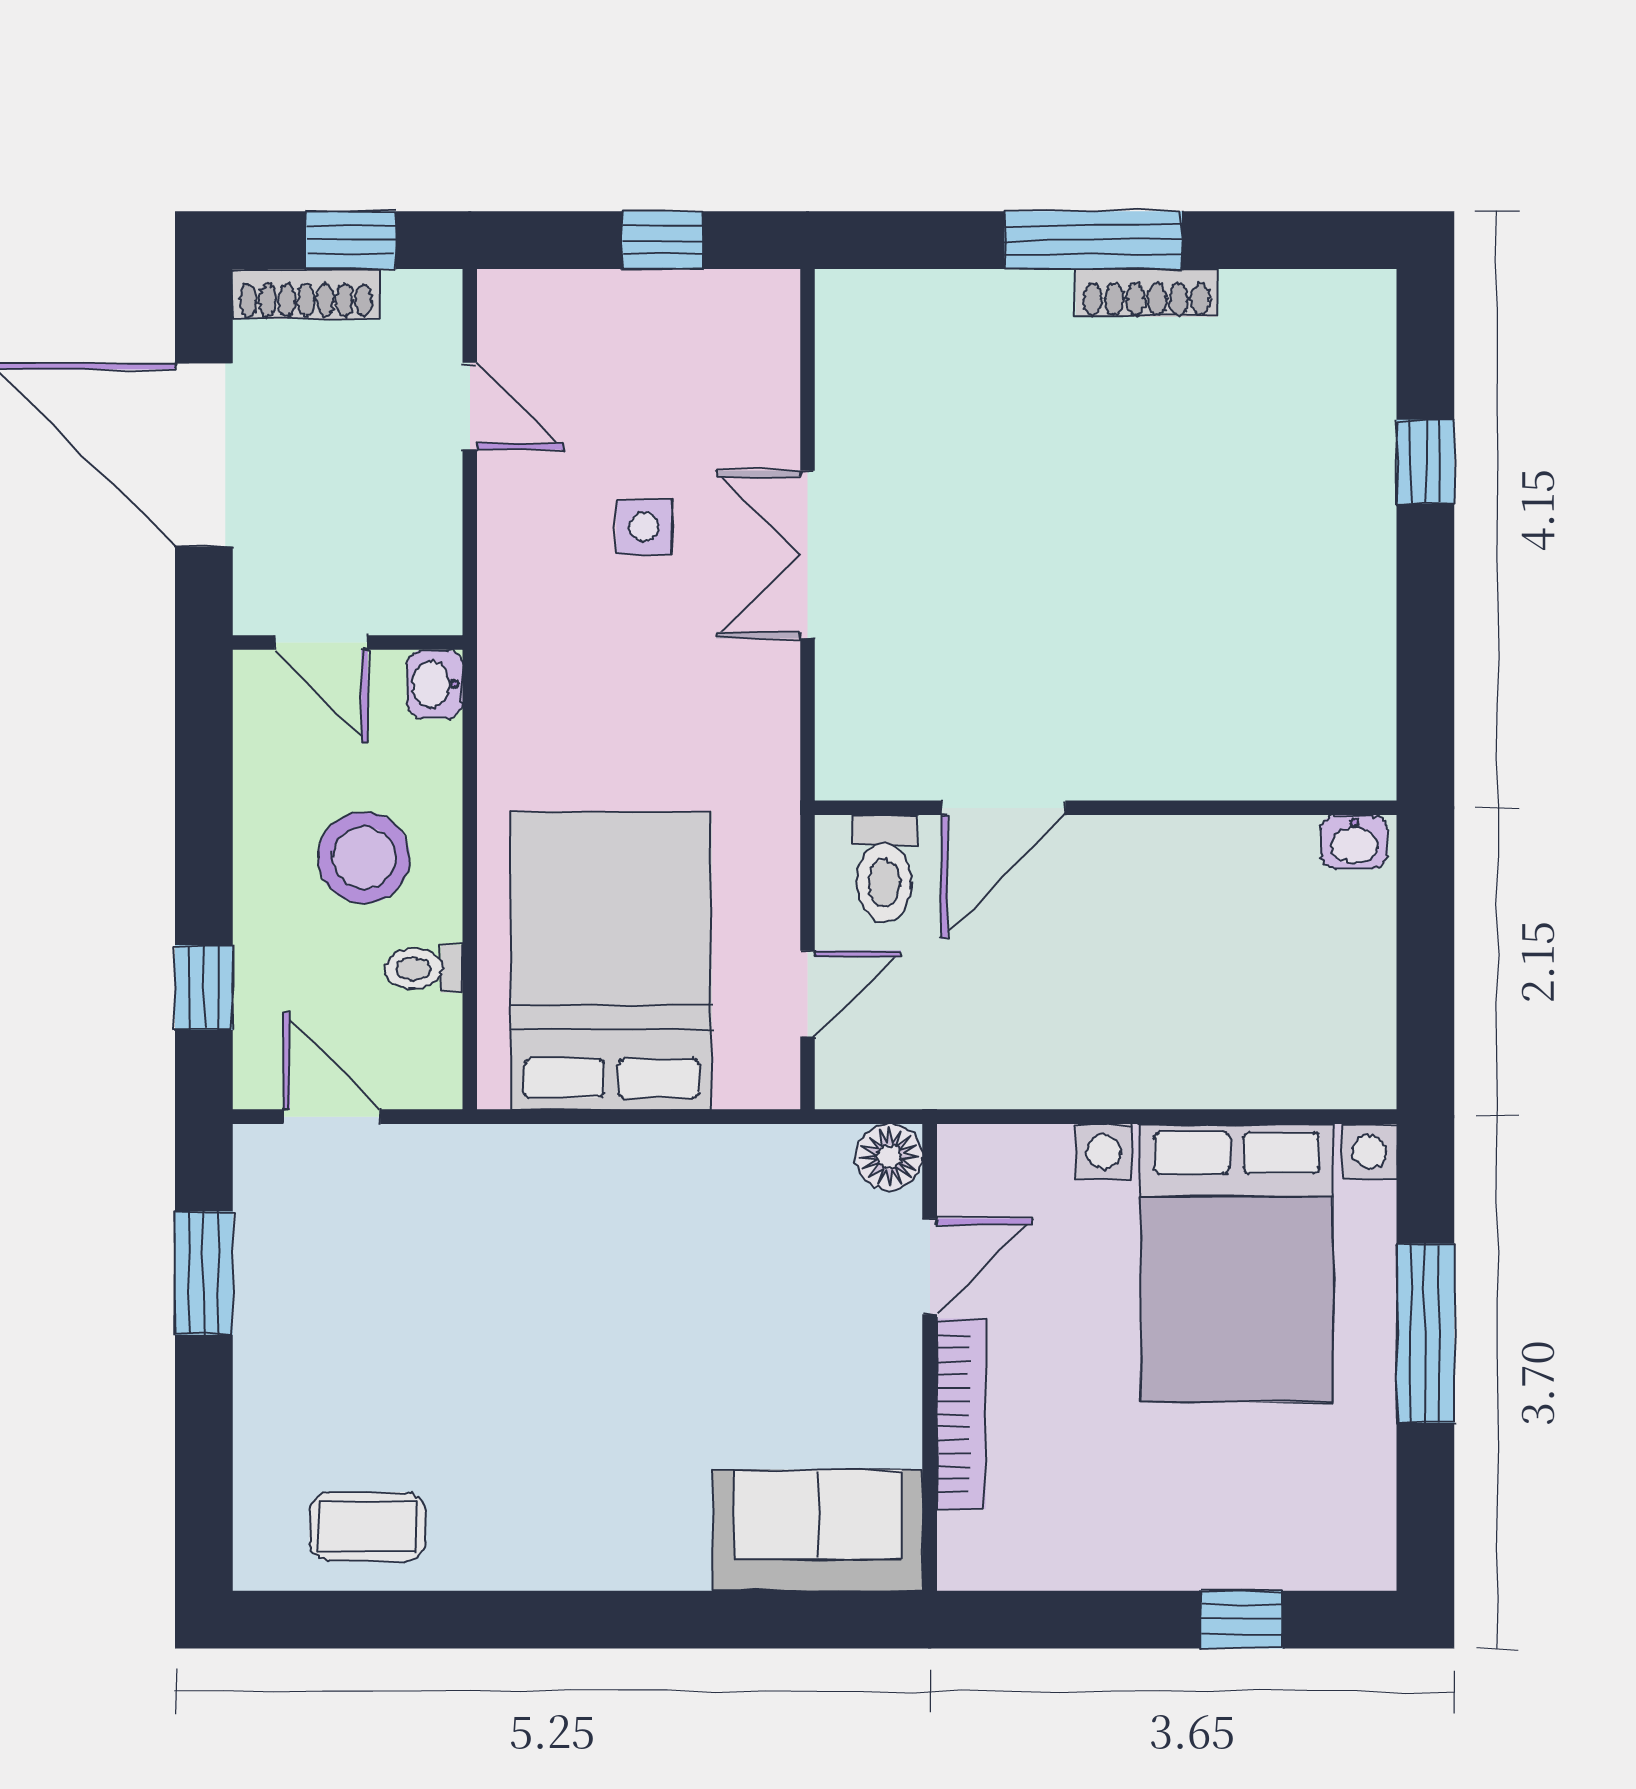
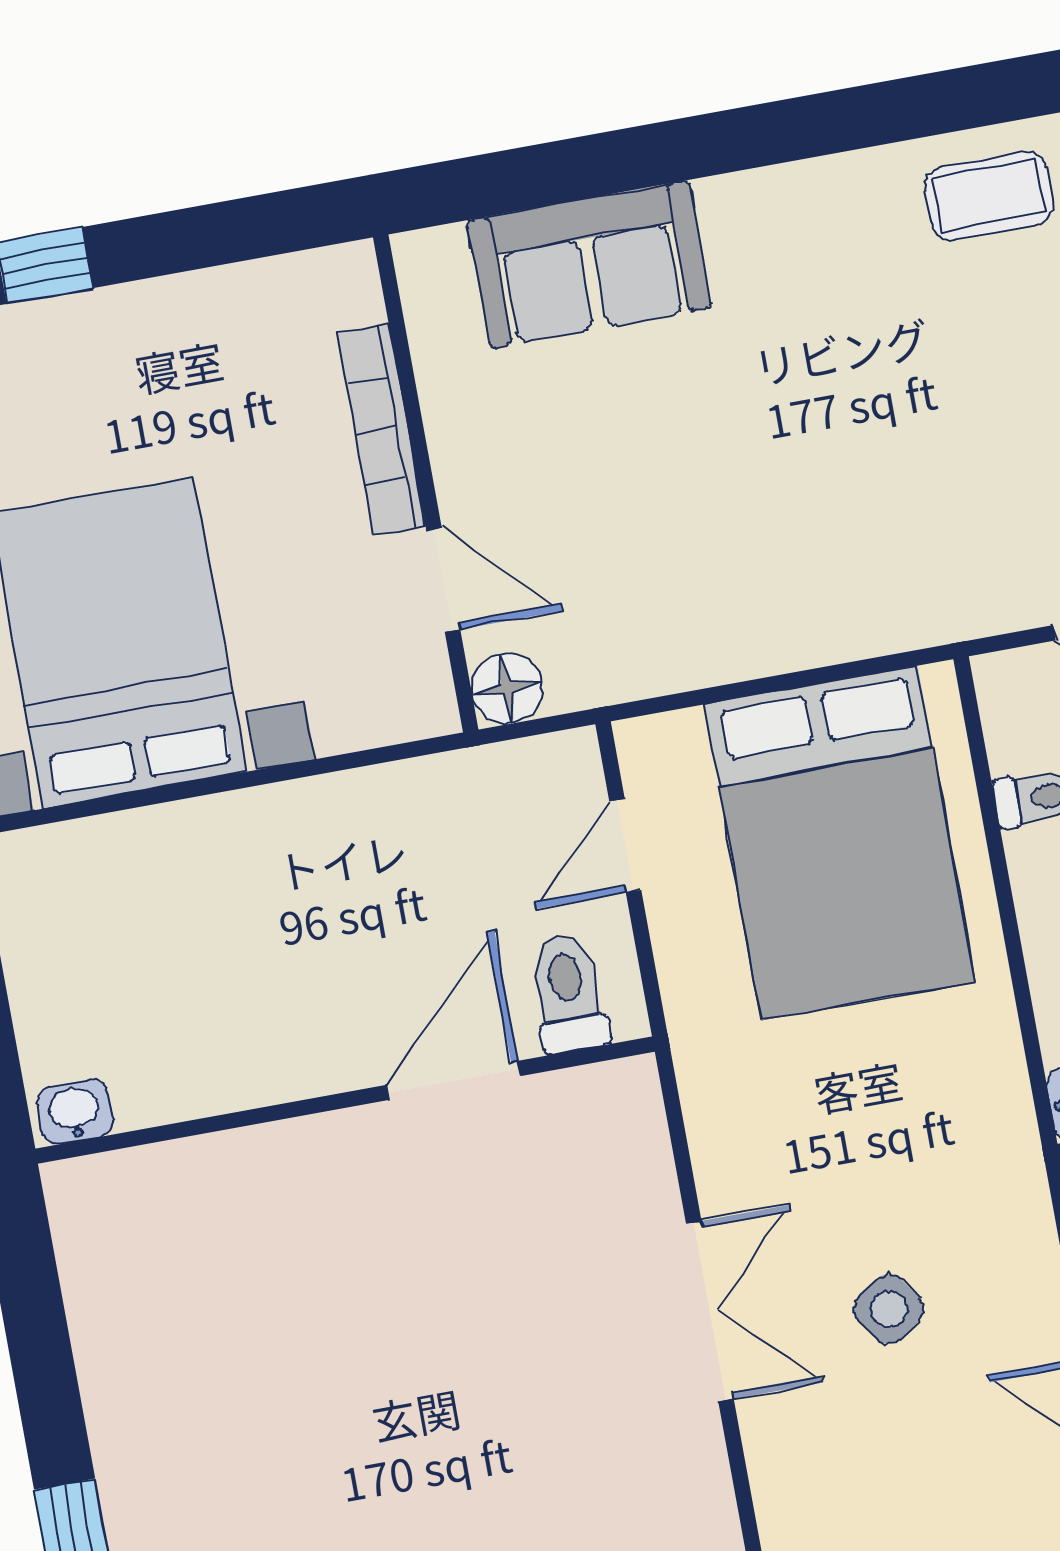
side table: (644, 527) -> (889, 1309), turned -34
door: (930, 1266) -> (443, 580), swing flipped
sofa: (818, 1530) -> (589, 264), moved

